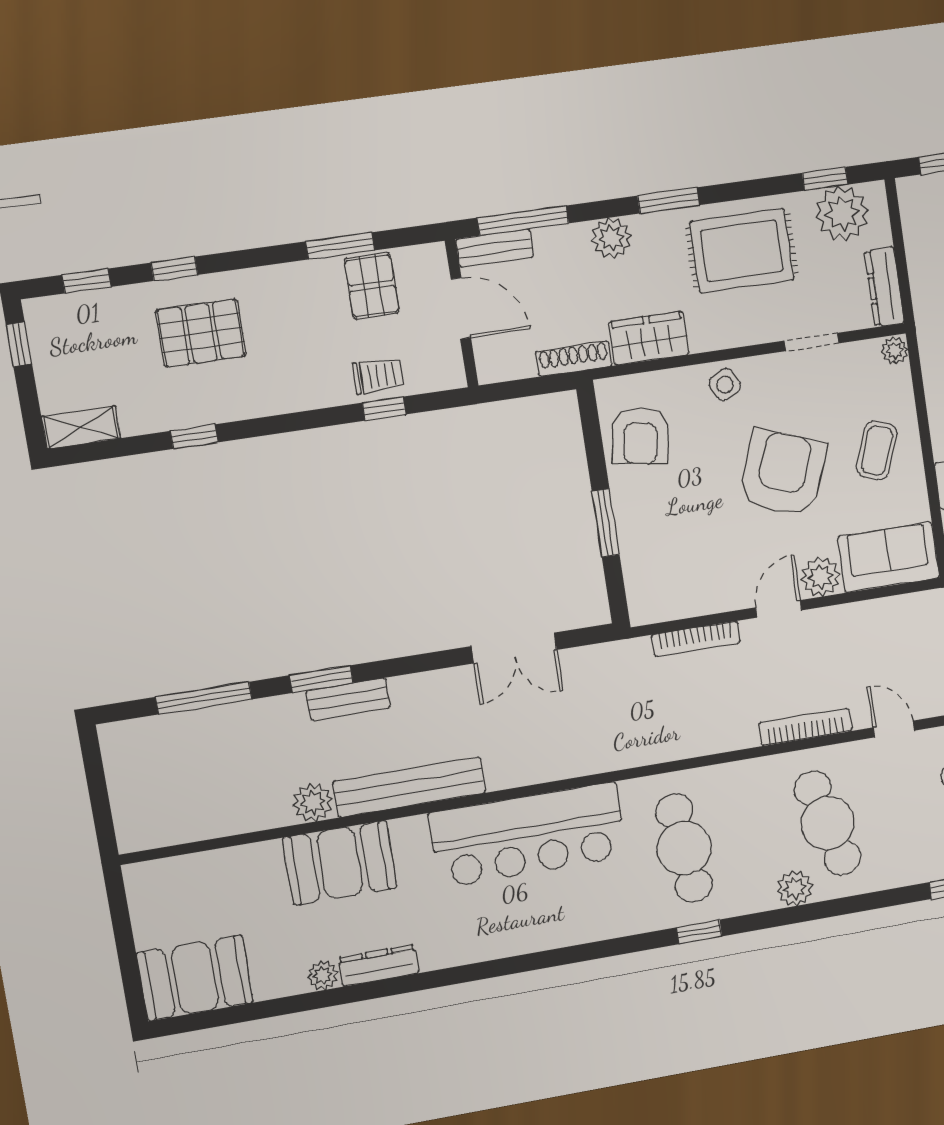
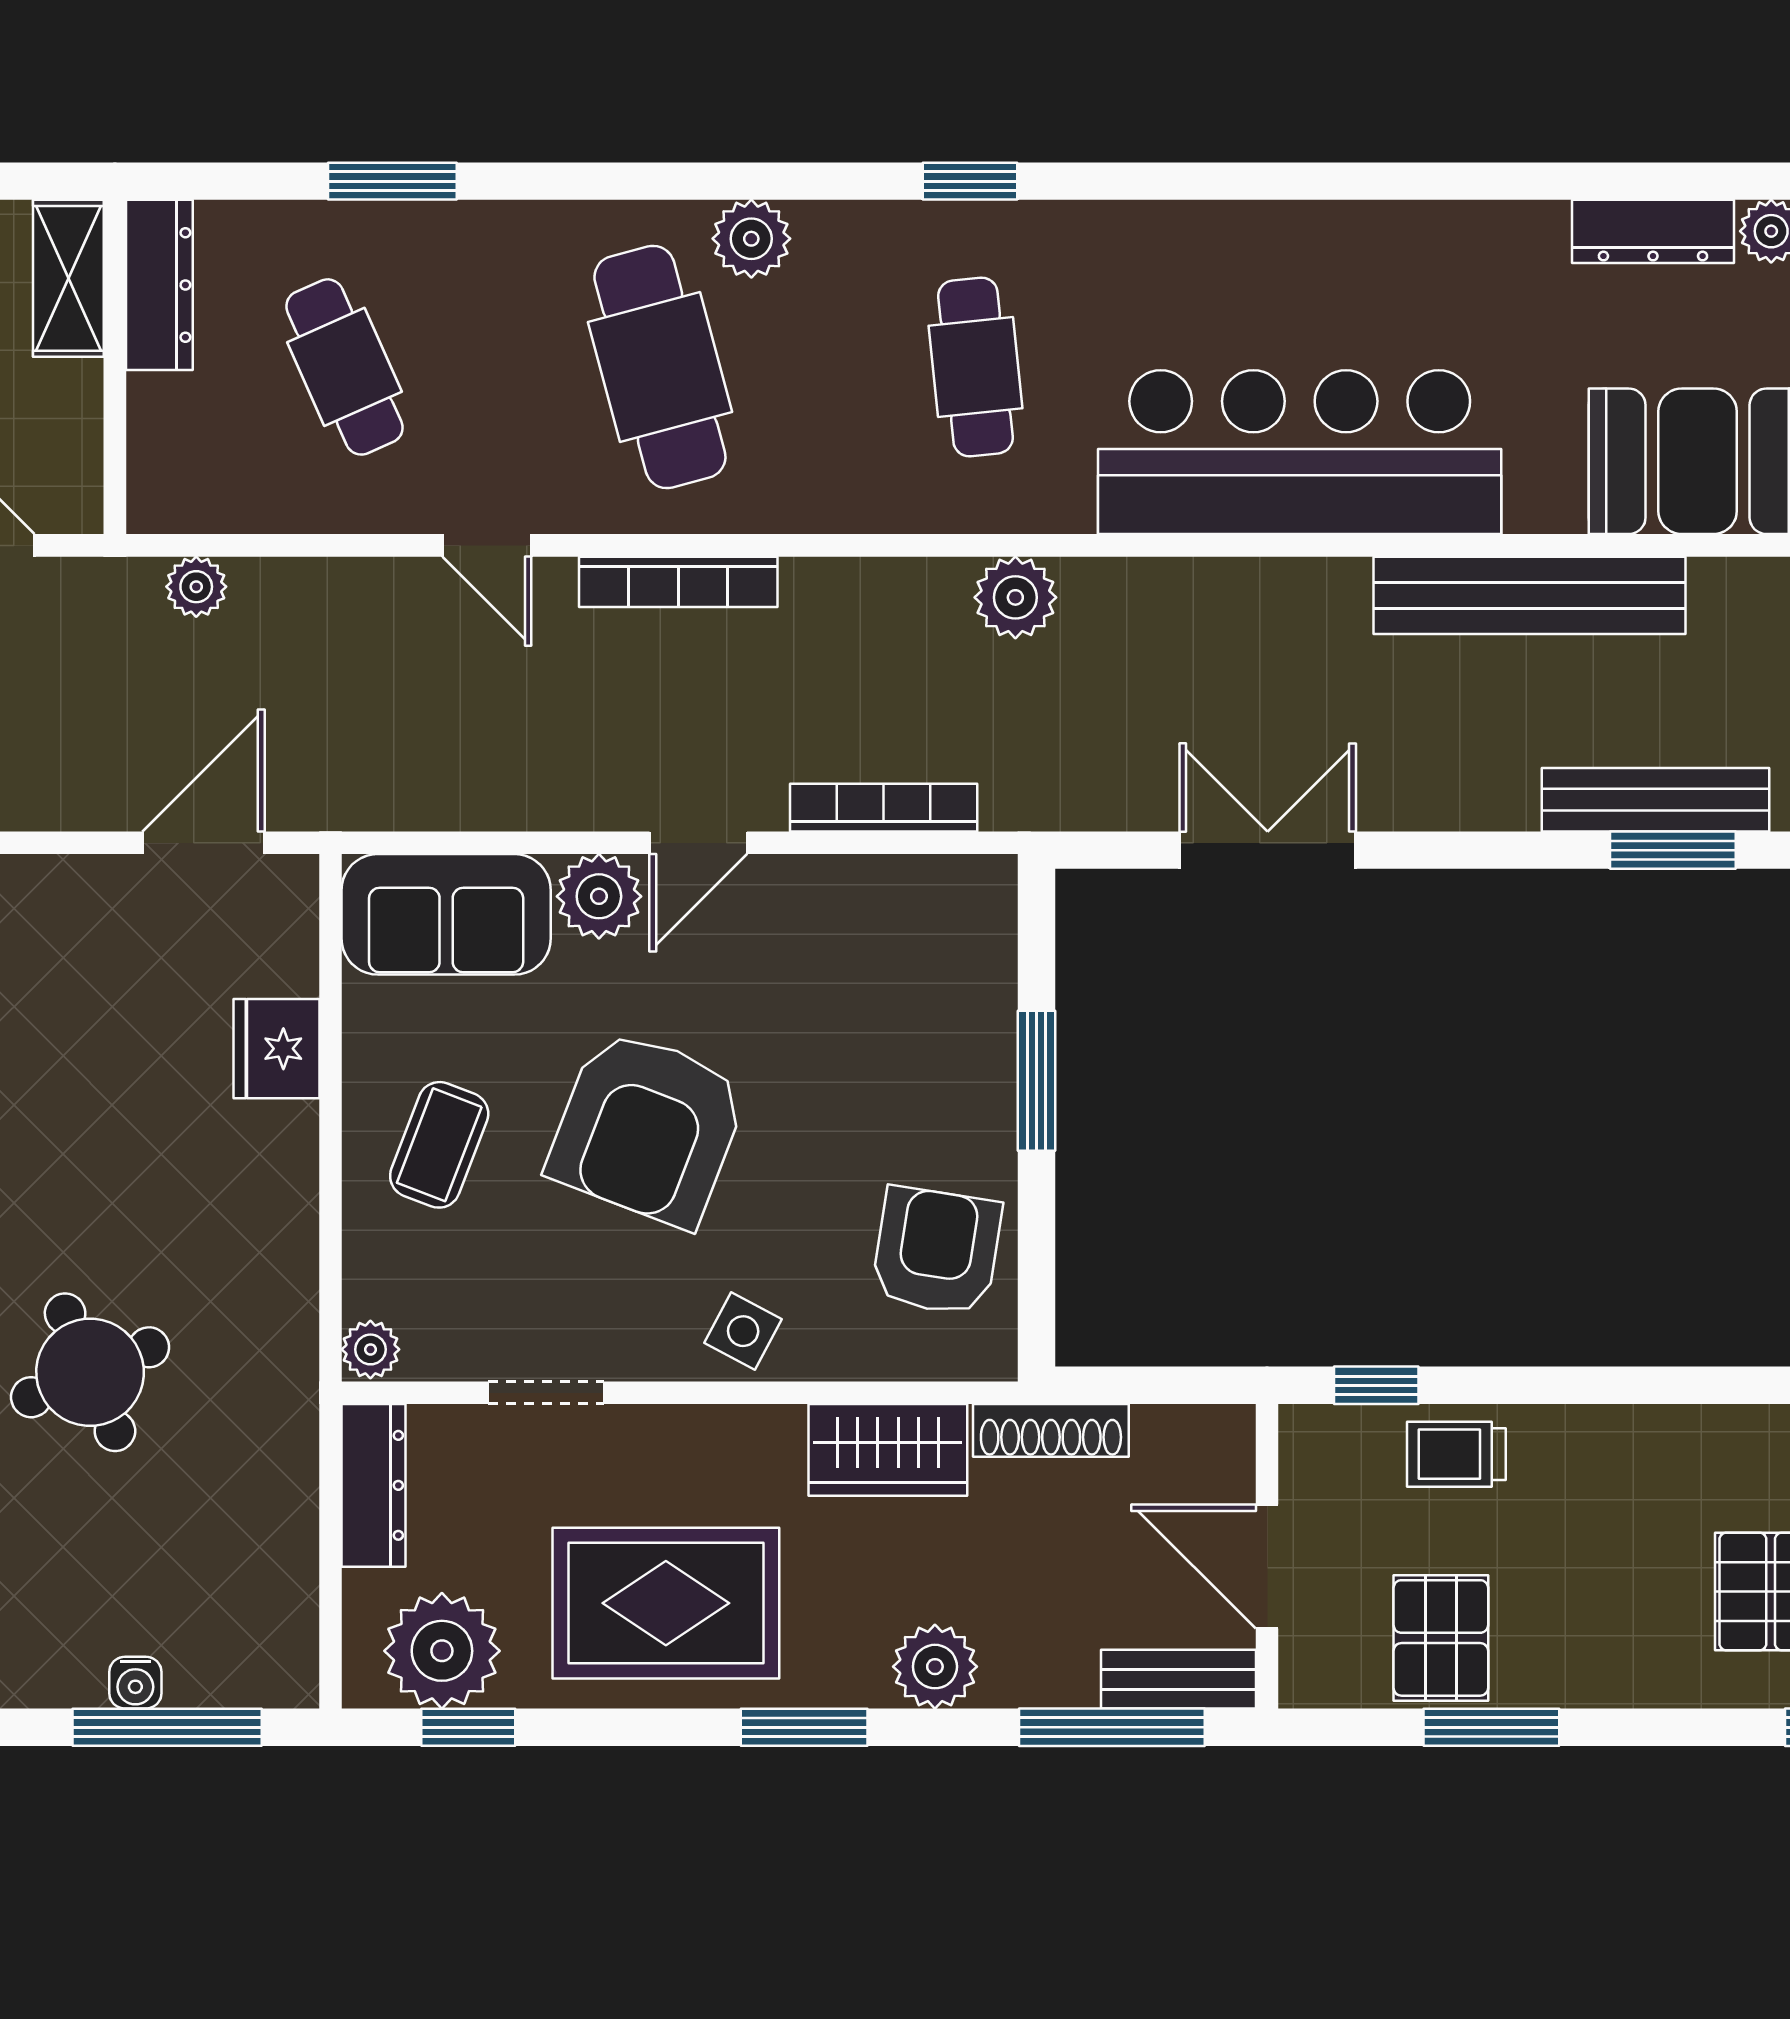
side table: (725, 384) -> (743, 1331), turned -33
window: (384, 409) -> (1376, 1385), moved
bench: (348, 699) -> (1656, 800), width x1.36
plant: (313, 802) -> (1015, 597), moved
cafe table: (684, 848) -> (975, 367), width x0.73, depth x0.74

